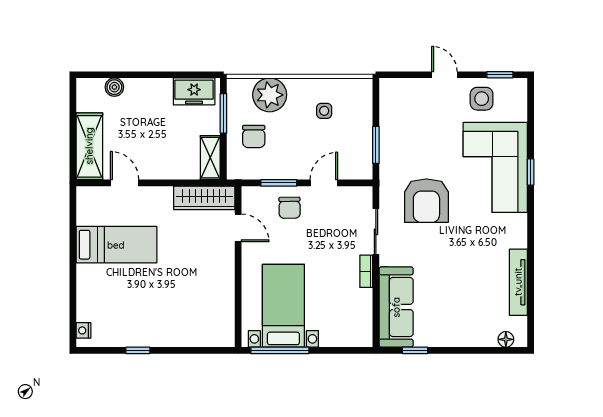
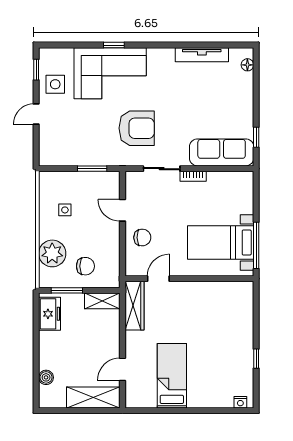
window: (279, 183) -> (122, 246), removed

